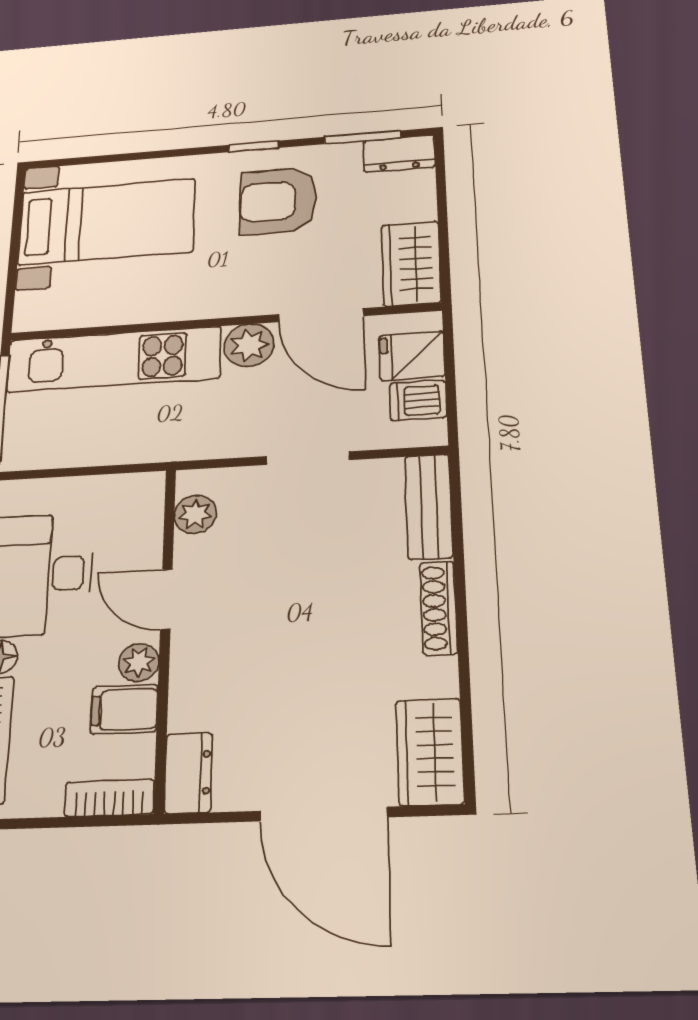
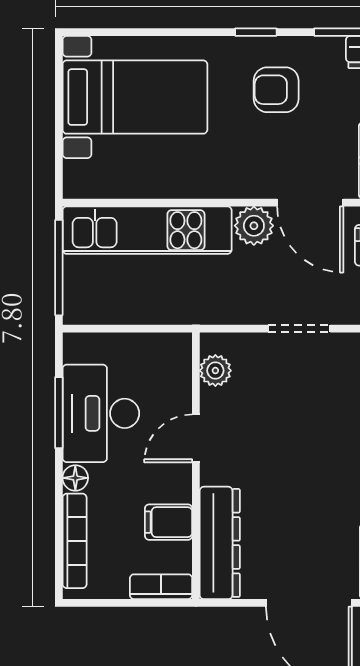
armchair: (278, 201) -> (276, 90), width x0.72, depth x0.72
door: (166, 599) -> (196, 438), hinge flipped
plant: (139, 662) -> (178, 487), removed
dresser: (188, 773) -> (220, 543), width x1.96, depth x1.24

